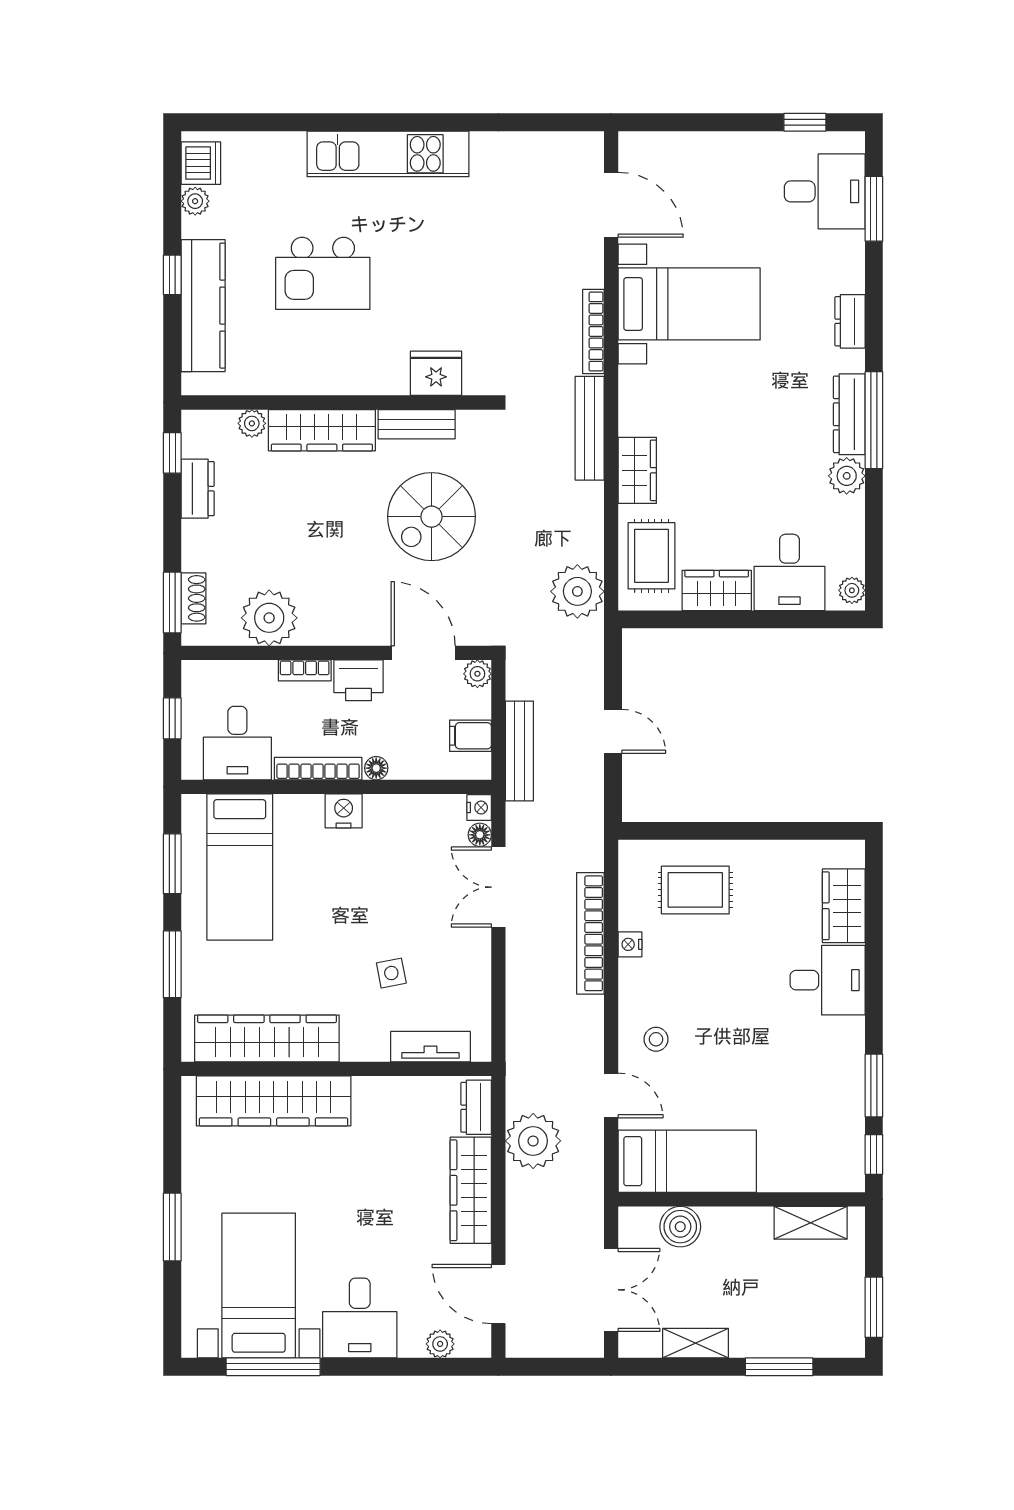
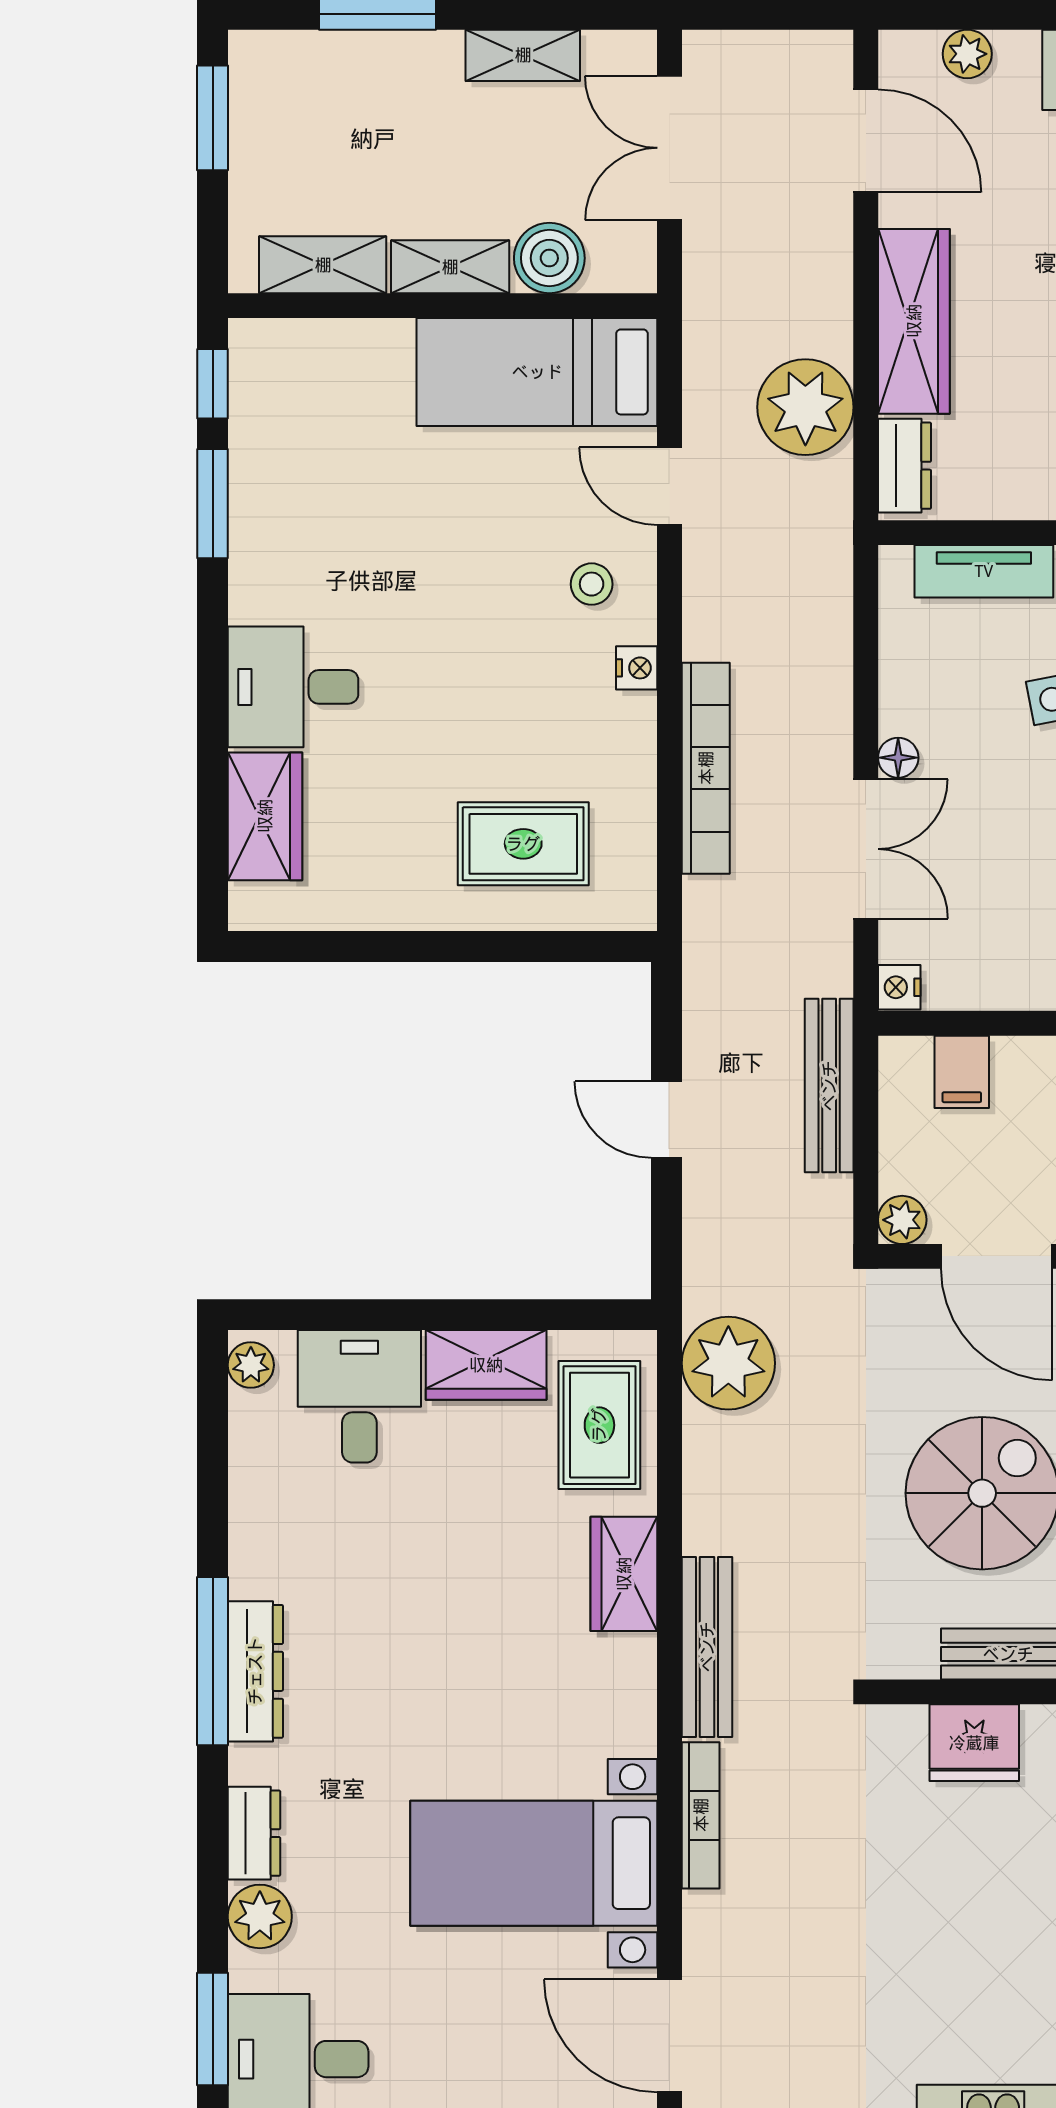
plant: (847, 476) -> (260, 1916), moved
filing cabinet: (470, 736) -> (962, 1072), moved, turned 90
floor lamp: (480, 835) -> (898, 758), moved
nightstand: (630, 944) -> (637, 668), moved
shelving: (737, 1222) -> (450, 267), added

